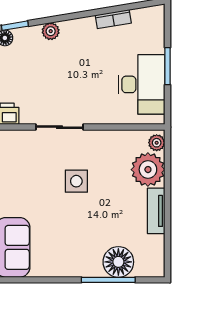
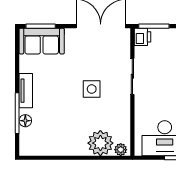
tv unit: (156, 211) -> (26, 91), moved, turned 90
floor lamp: (118, 262) -> (25, 121), width x0.53, depth x0.53

